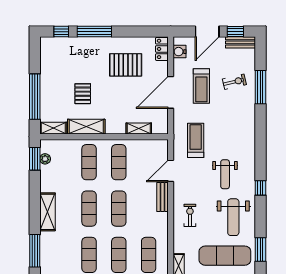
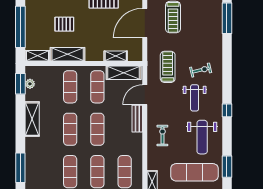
exercise bike: (234, 82) -> (201, 70), moved
pallet: (83, 94) -> (64, 24), turned 90
shelving: (147, 147) -> (124, 73), added
shelving: (47, 212) -> (32, 119), moved

